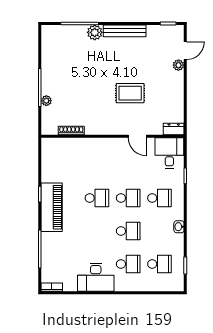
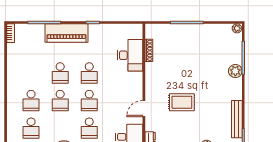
bench: (125, 31) -> (237, 119), moved
rug: (130, 93) -> (182, 102), turned 90
plant: (46, 101) -> (237, 28), moved
piano: (52, 207) -> (66, 33), moved
school desk: (97, 231) -> (60, 73), added
desk: (96, 277) -> (130, 55), moved, turned 180

